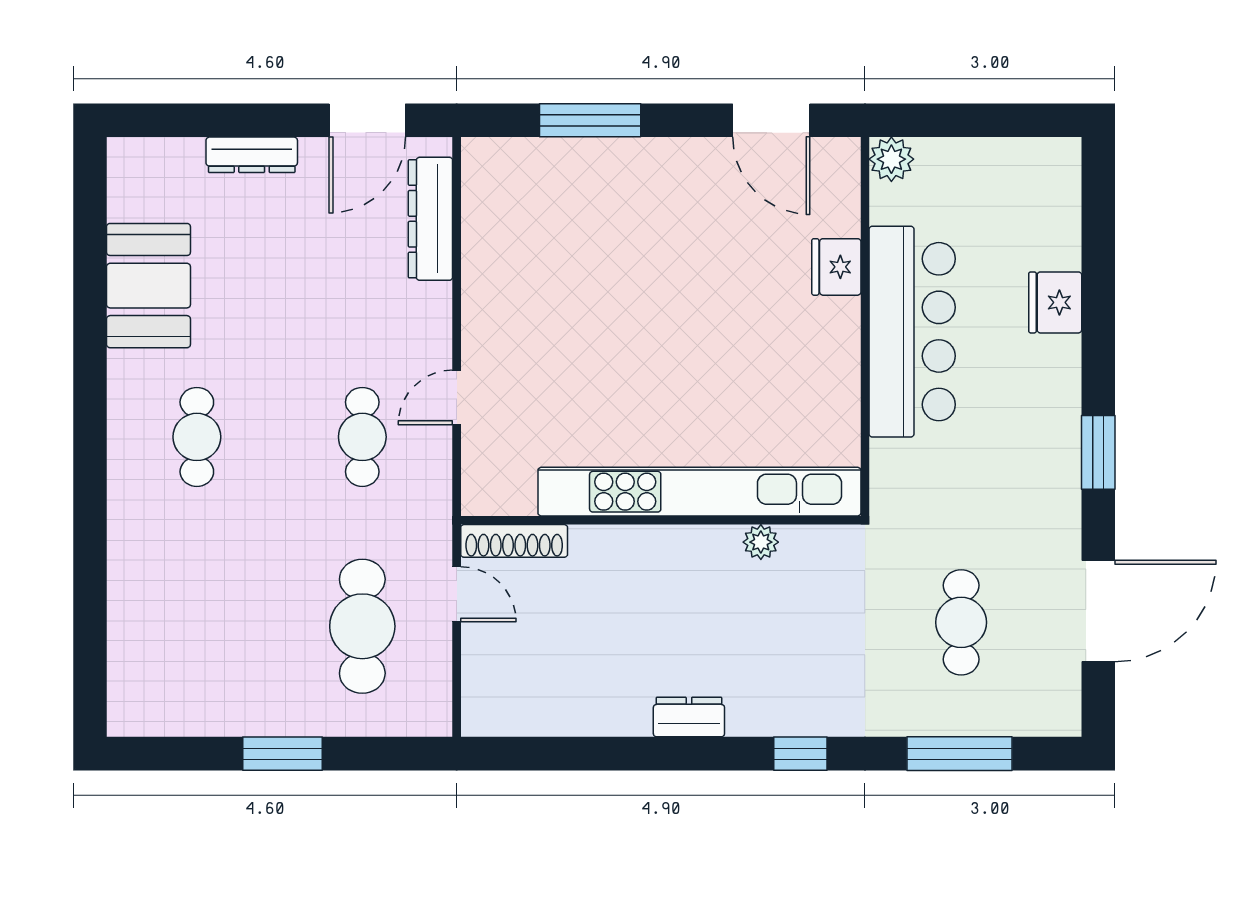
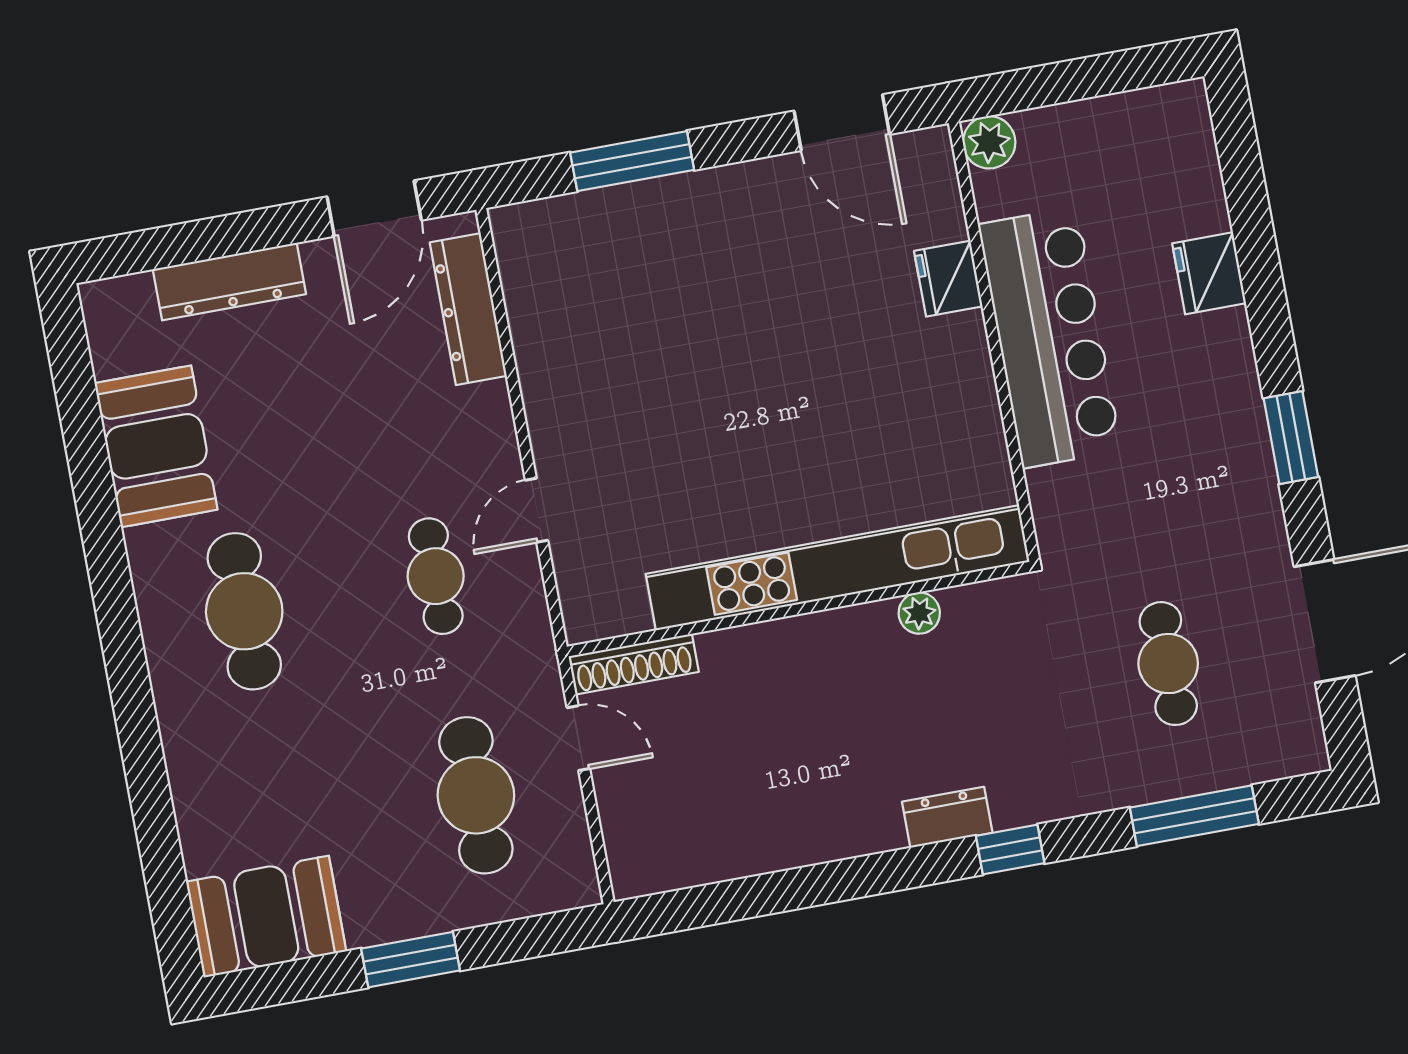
dresser: (252, 155) -> (229, 282), width x1.37, depth x1.24
cafe table: (197, 437) -> (244, 611), width x1.37, depth x1.35
booth: (168, 696) -> (266, 917), added
dresser: (689, 717) -> (947, 817), moved

